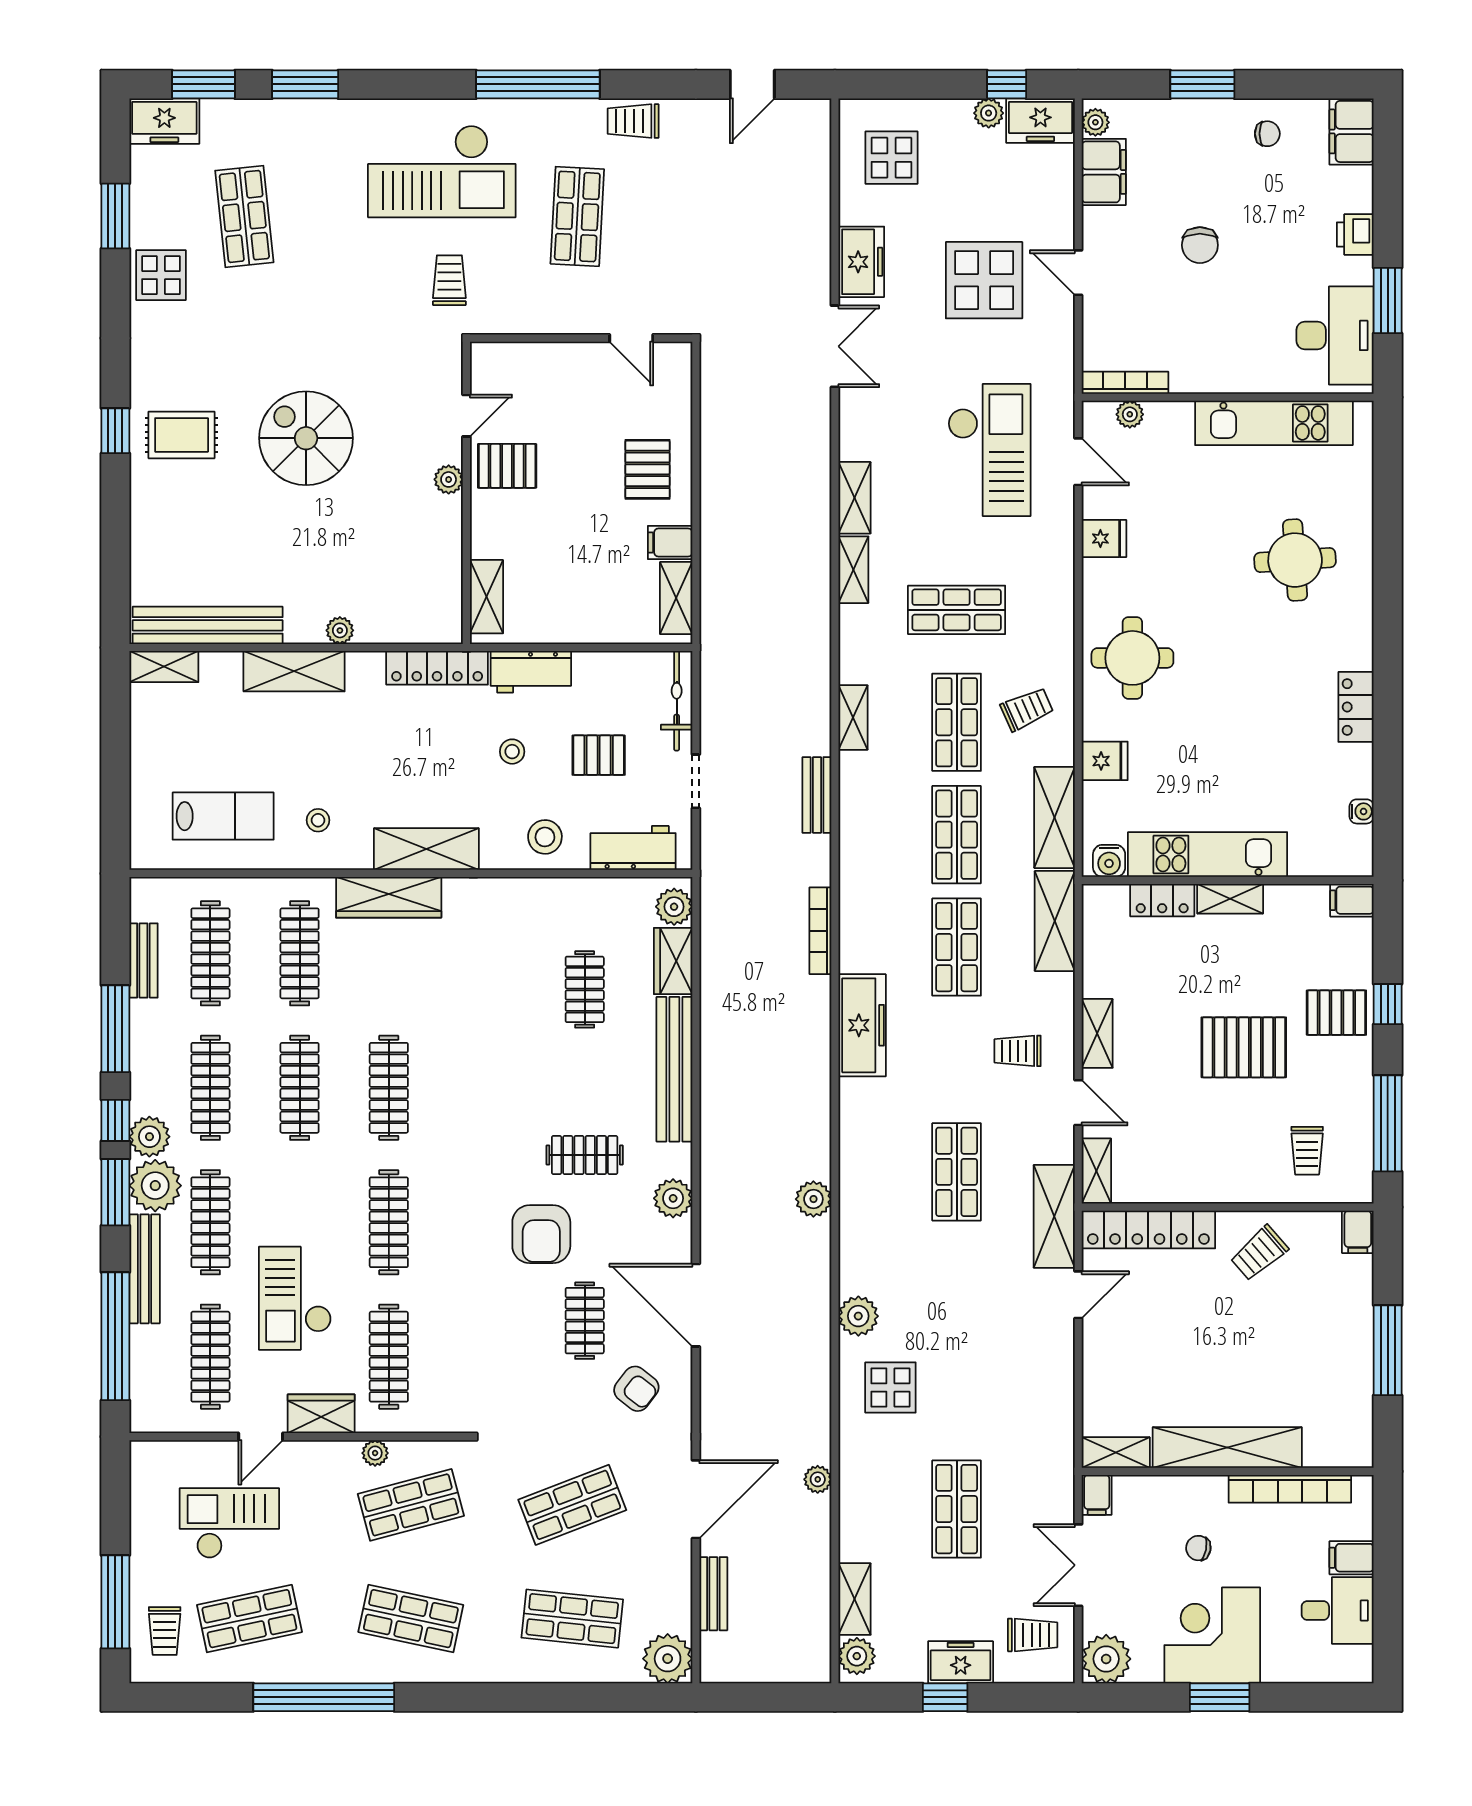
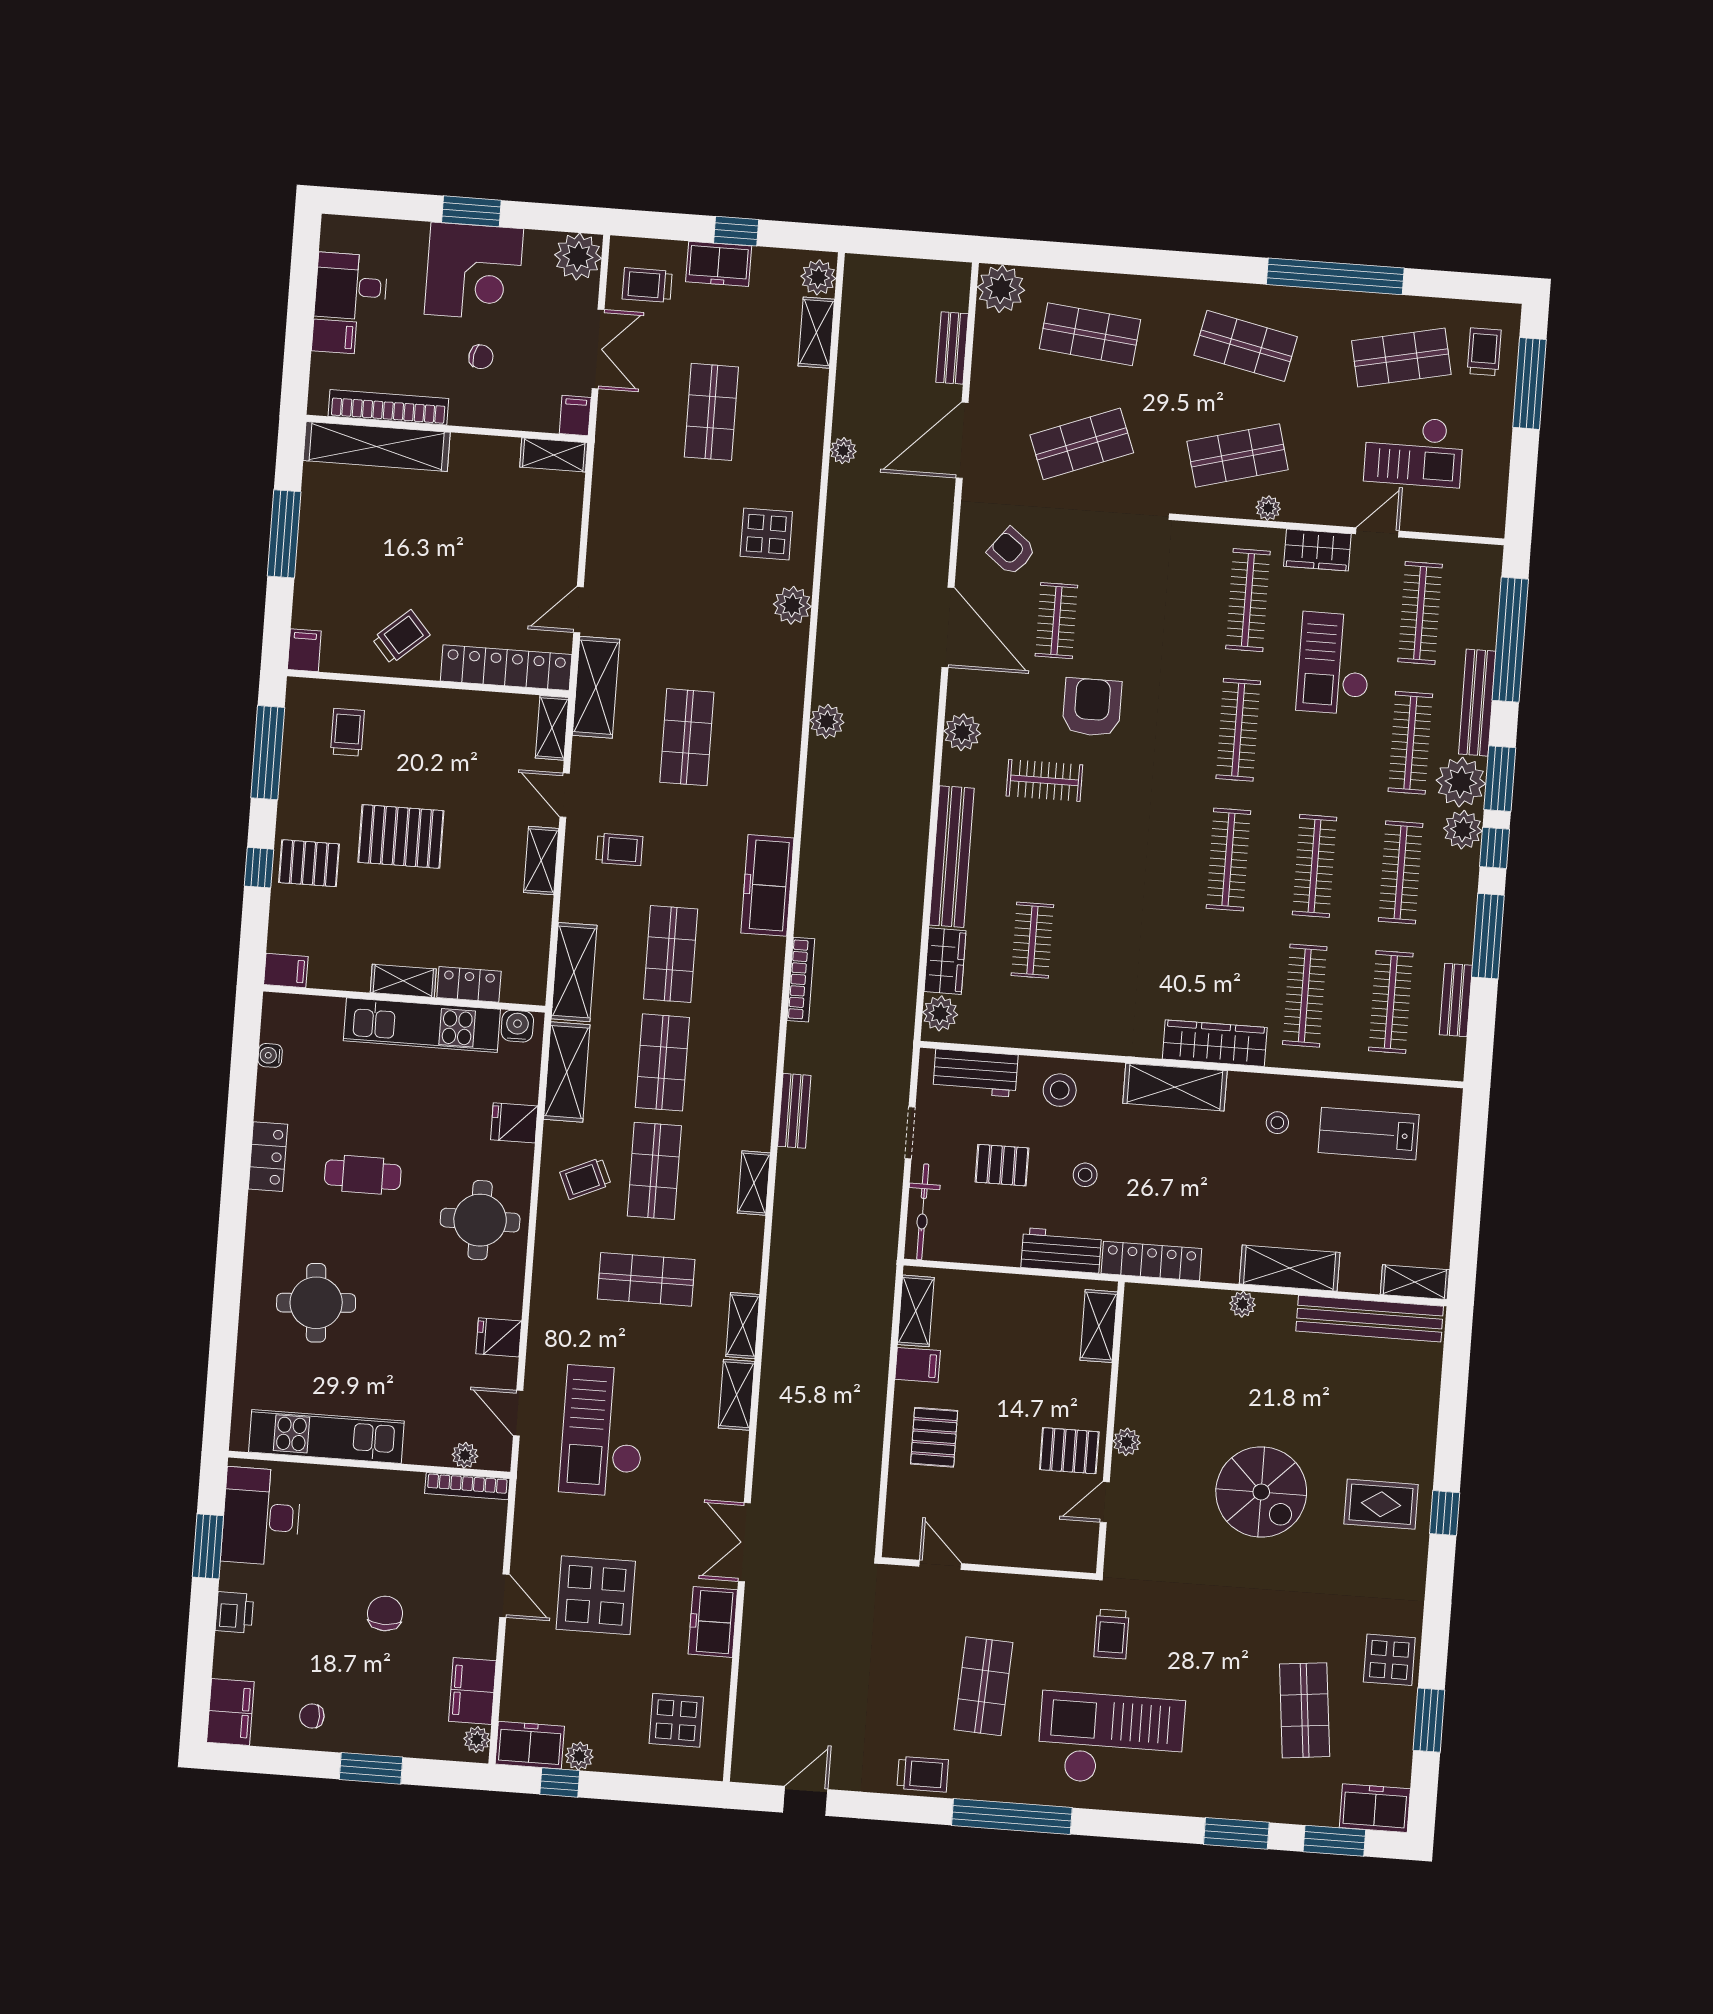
cafe table: (1257, 696) -> (363, 1175), added
checkout: (295, 1298) -> (1334, 663), turned 180
shelving: (1227, 1448) -> (377, 446), moved

